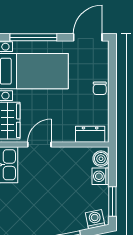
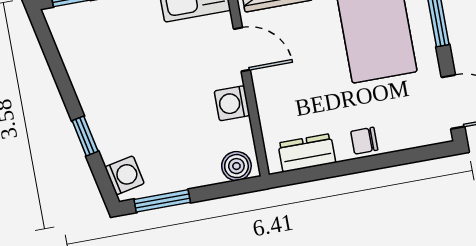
dresser: (90, 134) -> (307, 153), moved, turned -90
washing machine: (101, 176) -> (232, 103), moved, turned -90

